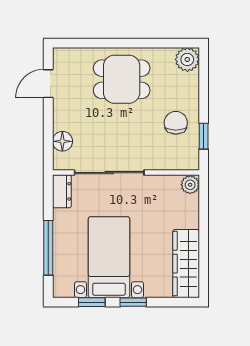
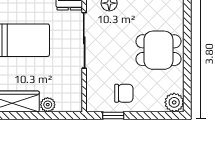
dining table: (122, 79) -> (158, 50), turned 90
plant: (190, 185) -> (48, 105), moved

